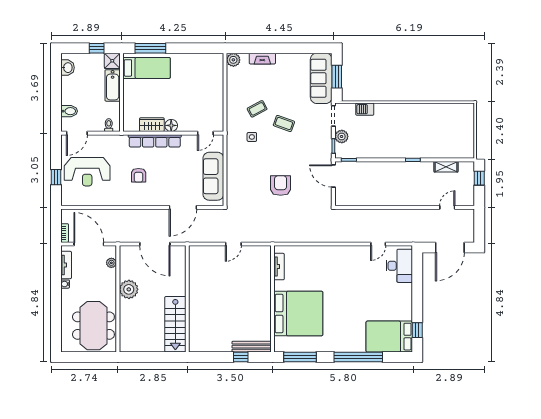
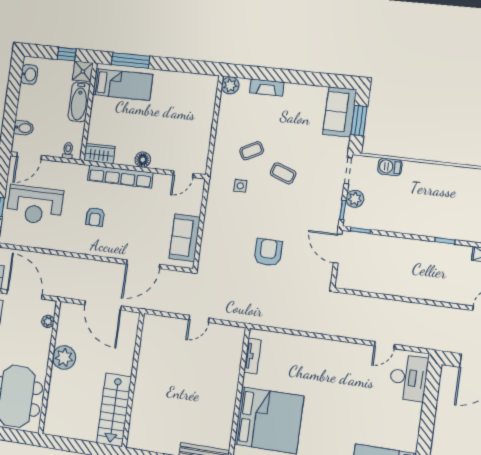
sofa: (321, 78) -> (340, 112), width x0.73
wardrobe: (152, 125) -> (99, 154), moved
sofa: (213, 176) -> (185, 238), width x0.73

